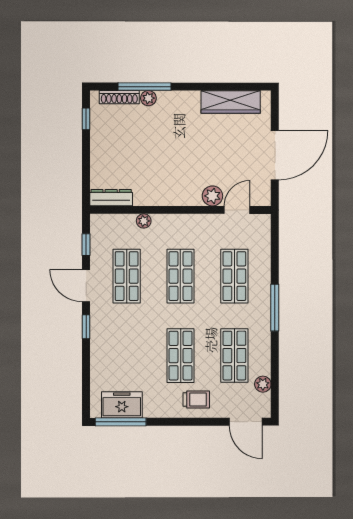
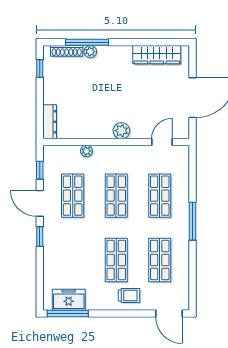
plant: (212, 196) -> (121, 131), moved
dresser: (111, 198) -> (50, 122), moved, turned 90
plant: (263, 384) -> (183, 283), removed

